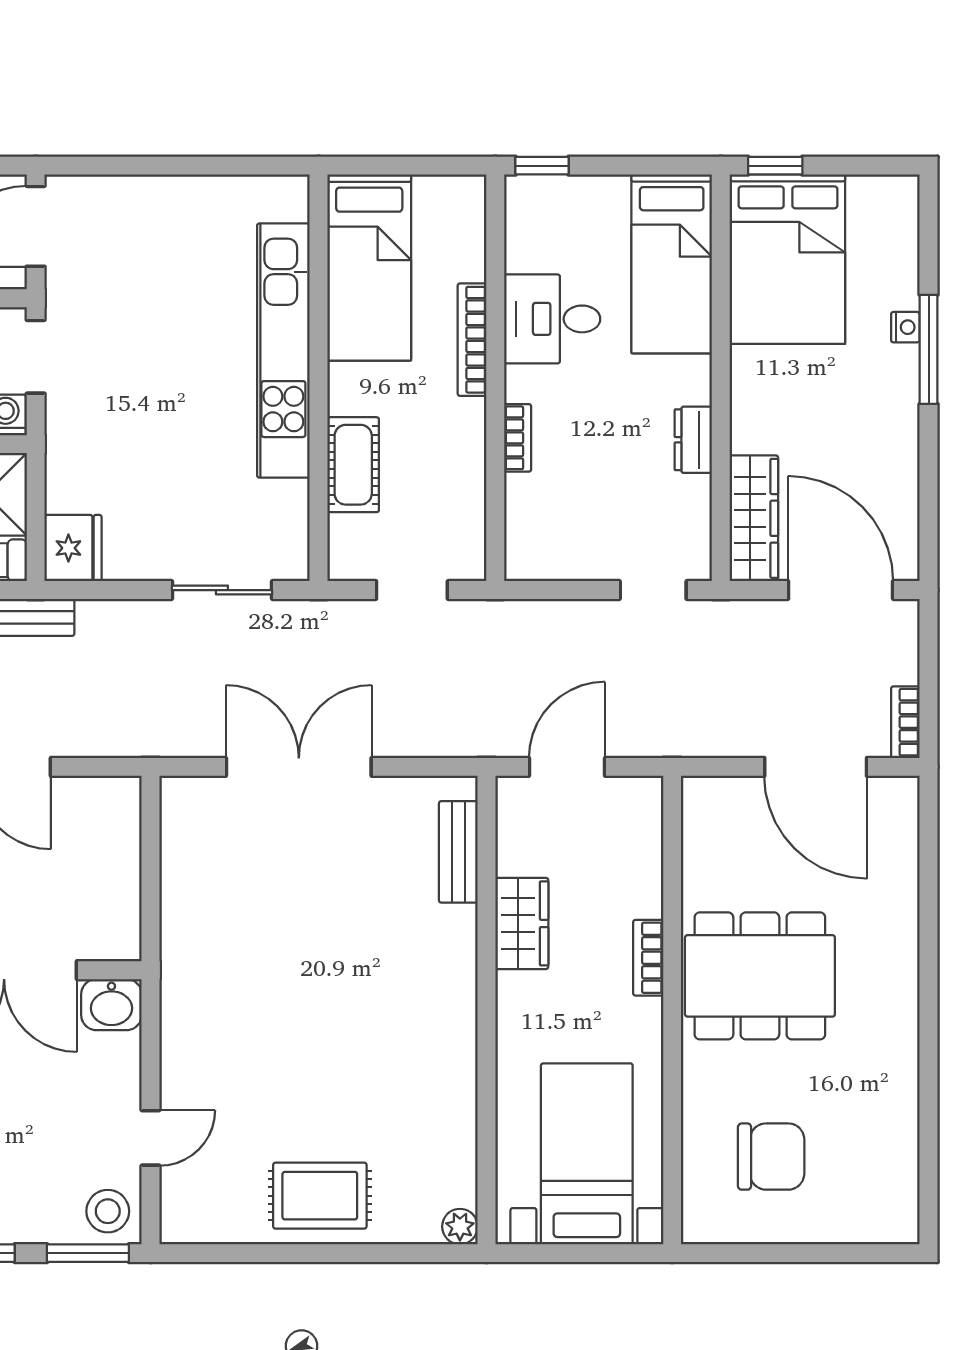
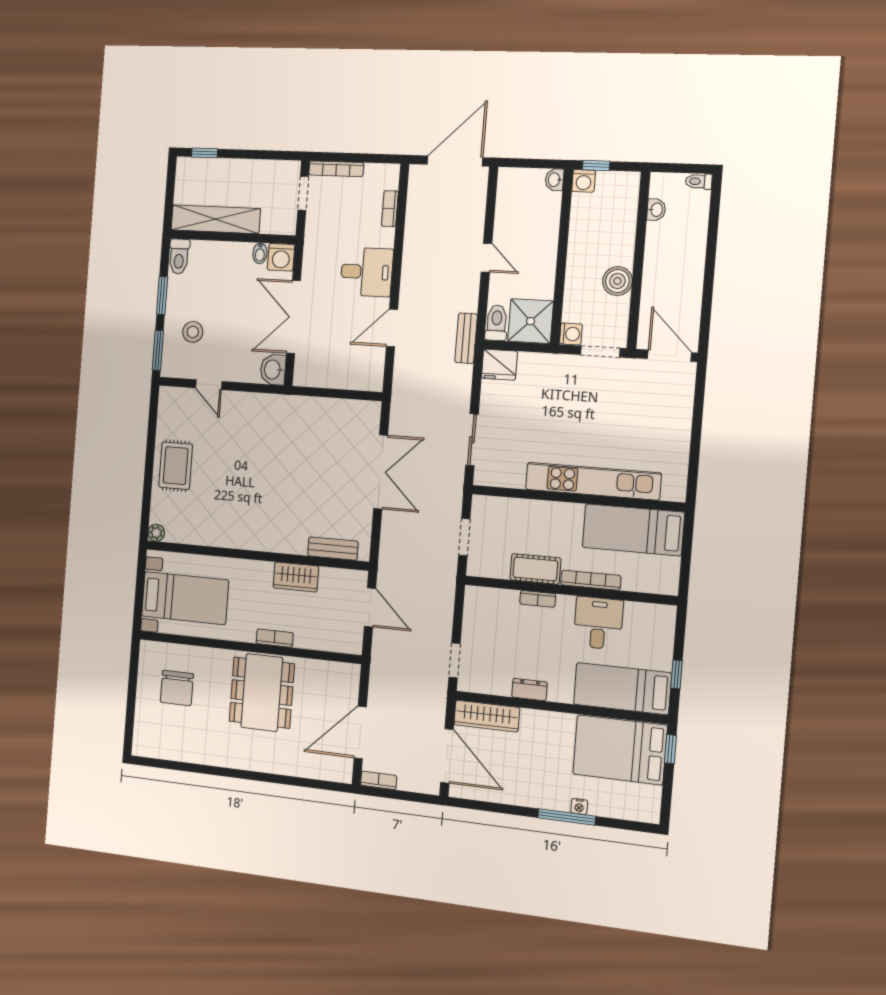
window: (542, 166) -> (676, 674), moved
cot: (353, 465) -> (535, 569), moved
door: (841, 590) -> (447, 756), hinge flipped
stool: (108, 1211) -> (193, 332), moved

